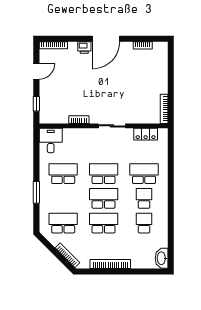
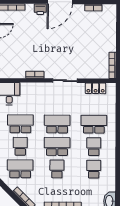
school desk: (63, 198) -> (20, 146), added
school desk: (104, 223) -> (57, 169), width x0.54

